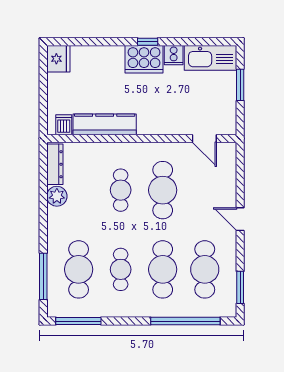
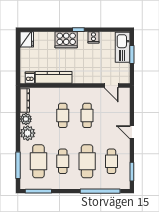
kitchen sink: (210, 58) -> (123, 47), moved, turned 90
cooker: (144, 59) -> (66, 40), moved
cafe table: (163, 190) -> (87, 115), width x0.73, depth x0.74
plant: (60, 221) -> (28, 133), added
cafe table: (205, 269) -> (111, 161), width x0.73, depth x0.74

